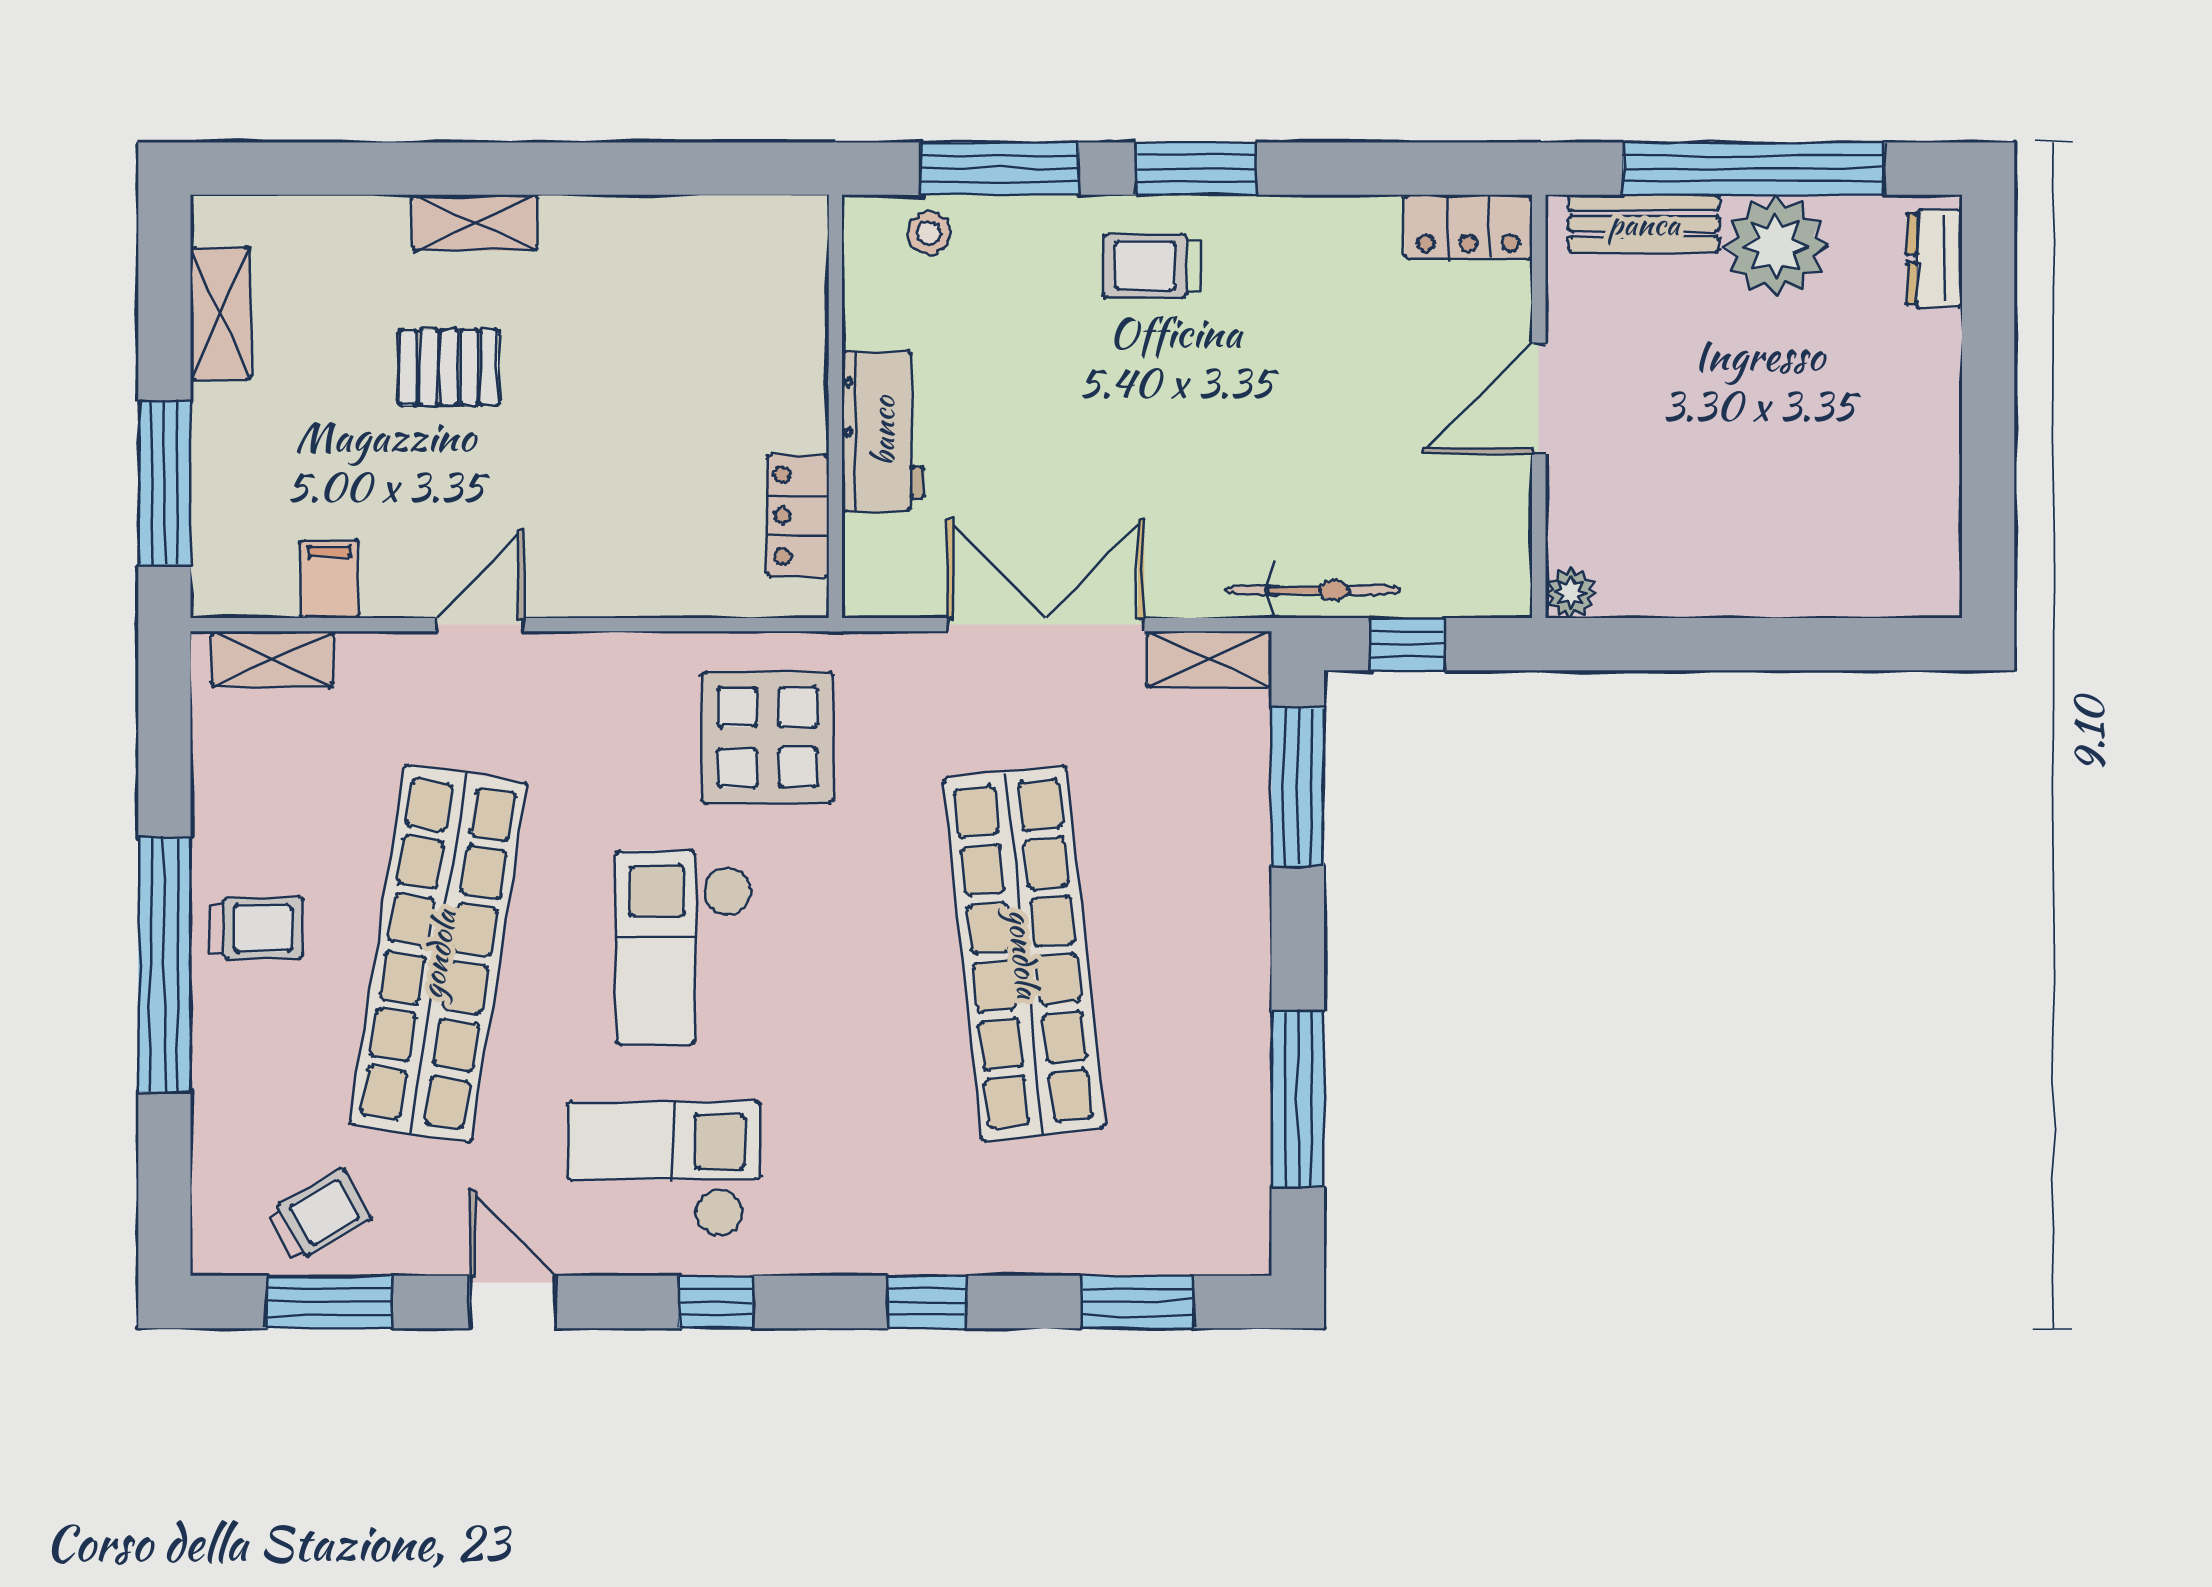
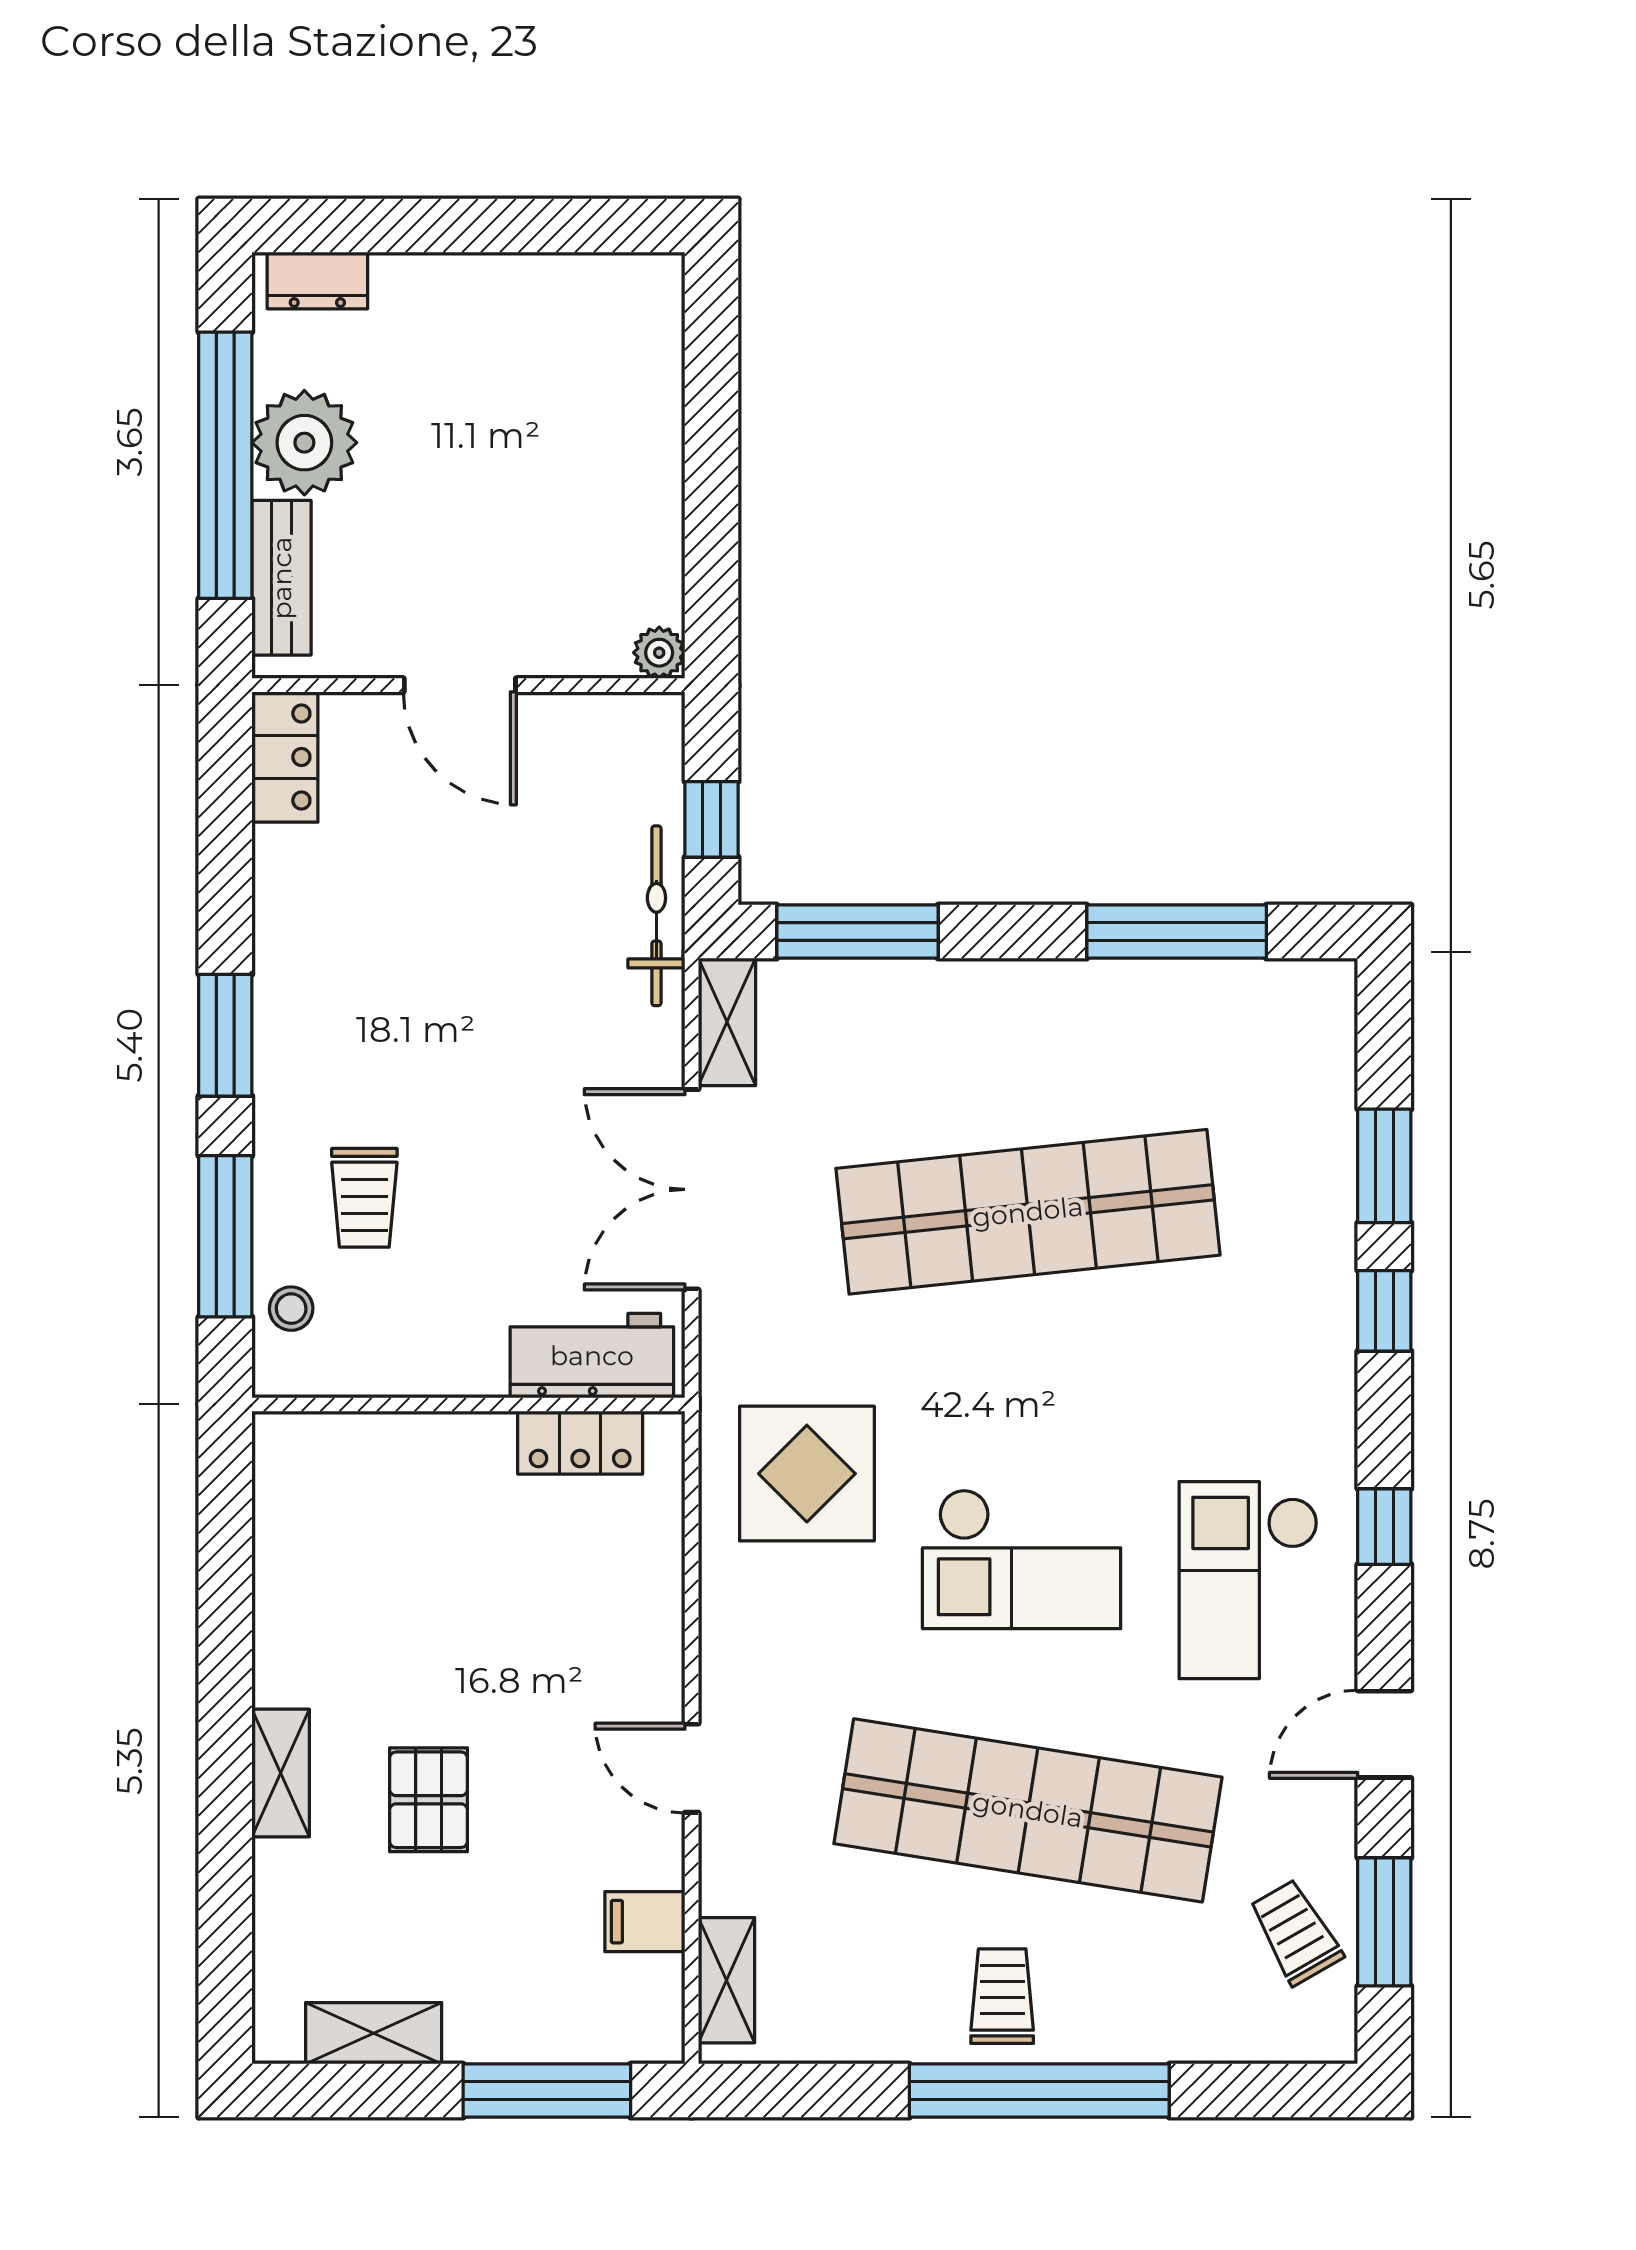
trolley: (1152, 266) -> (364, 1198), moved
workbench: (883, 431) -> (592, 1356), moved
window: (1138, 1302) -> (1384, 1166), moved

